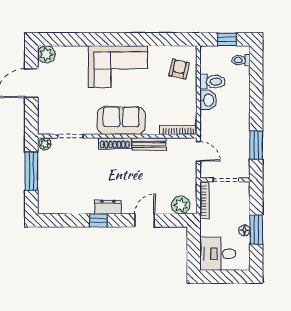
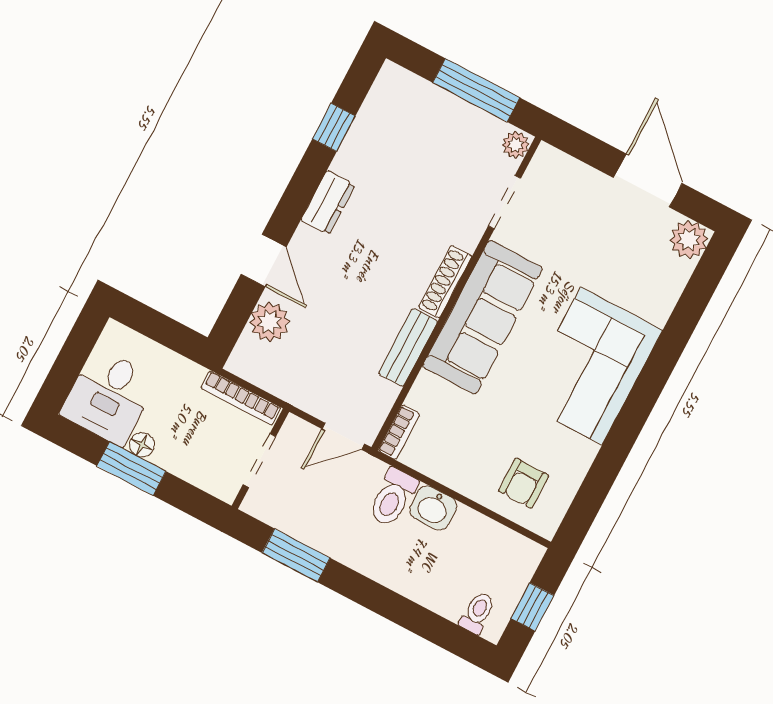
armchair: (179, 69) -> (524, 483), turned 78
toilet: (212, 82) -> (393, 497), moved
sofa: (121, 121) -> (483, 317), width x1.36
bookcase: (178, 130) -> (399, 432), width x0.64
plant: (181, 205) -> (270, 322), moved
window: (99, 220) -> (334, 127), moved
desk: (218, 254) -> (109, 396), moved, turned 180

